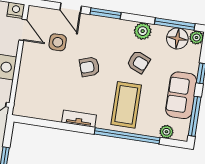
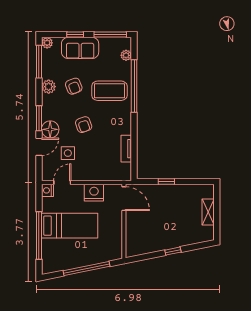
floor lamp: (177, 38) -> (50, 129), moved
armchair: (138, 62) -> (74, 86), turned 136
sofa: (181, 95) -> (80, 48), moved
tv unit: (79, 119) -> (126, 149), moved

